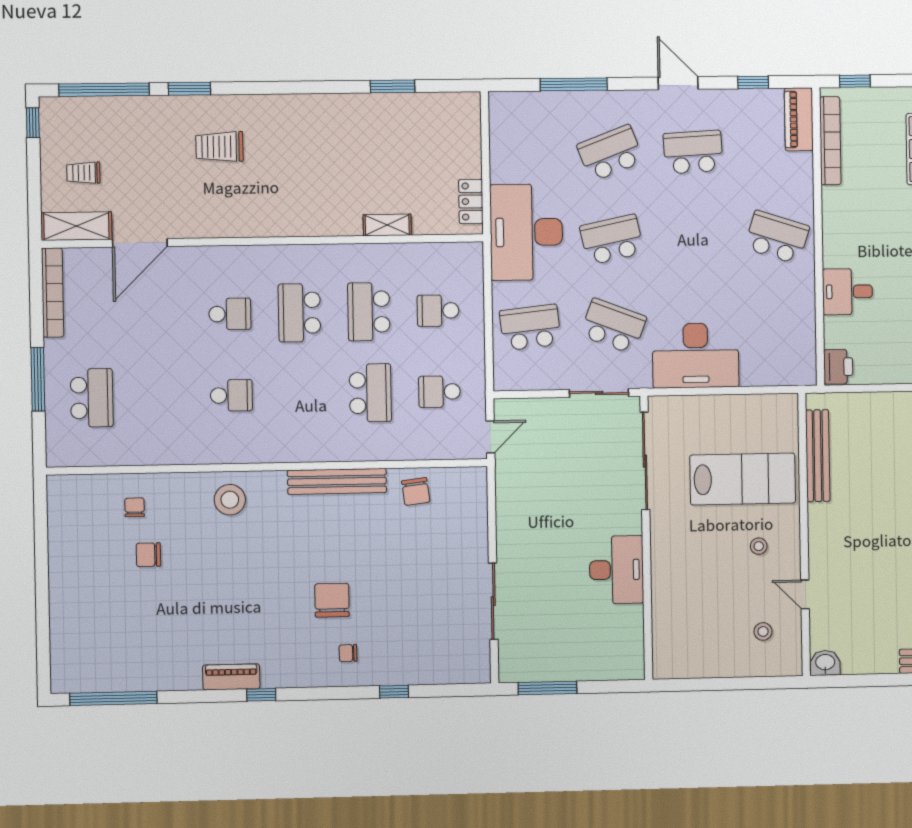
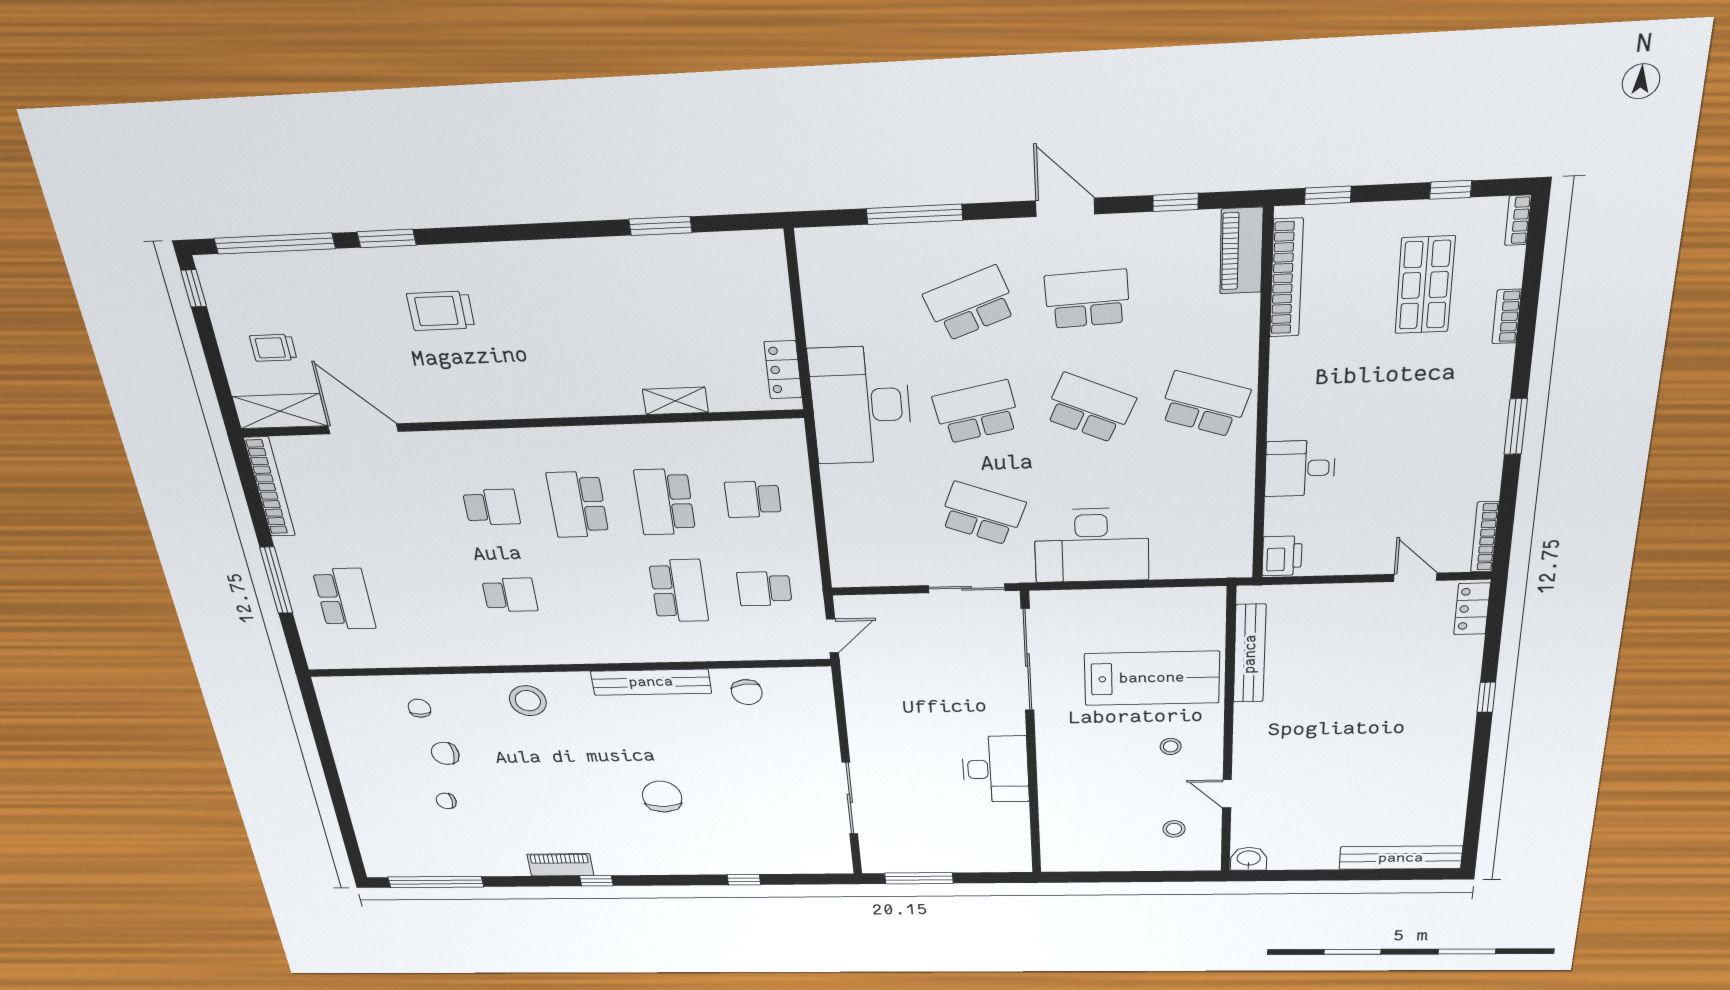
door: (140, 243) -> (363, 429), swing flipped
school desk: (530, 327) -> (1090, 408), moved, turned 30
chair: (348, 653) -> (446, 801), moved

